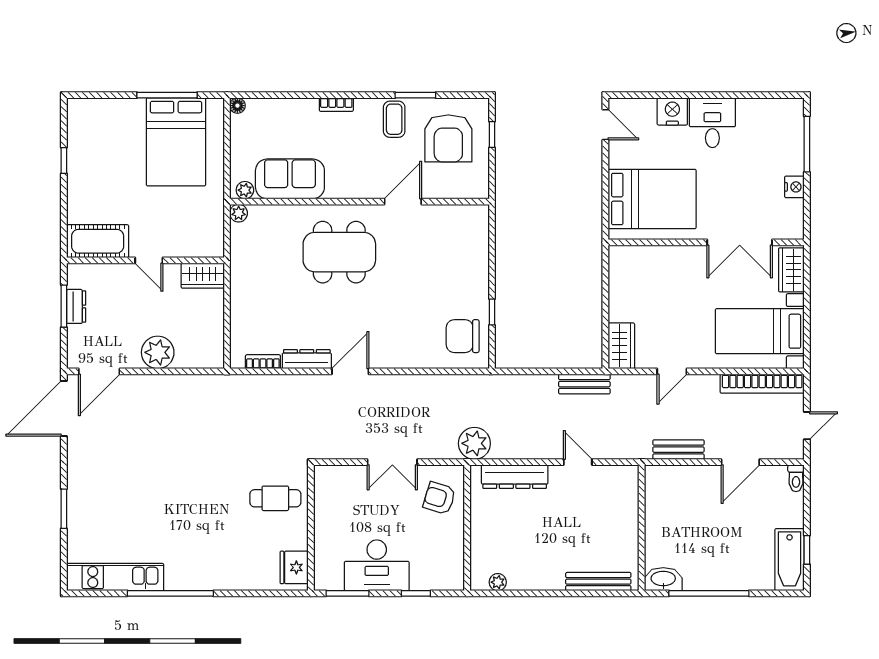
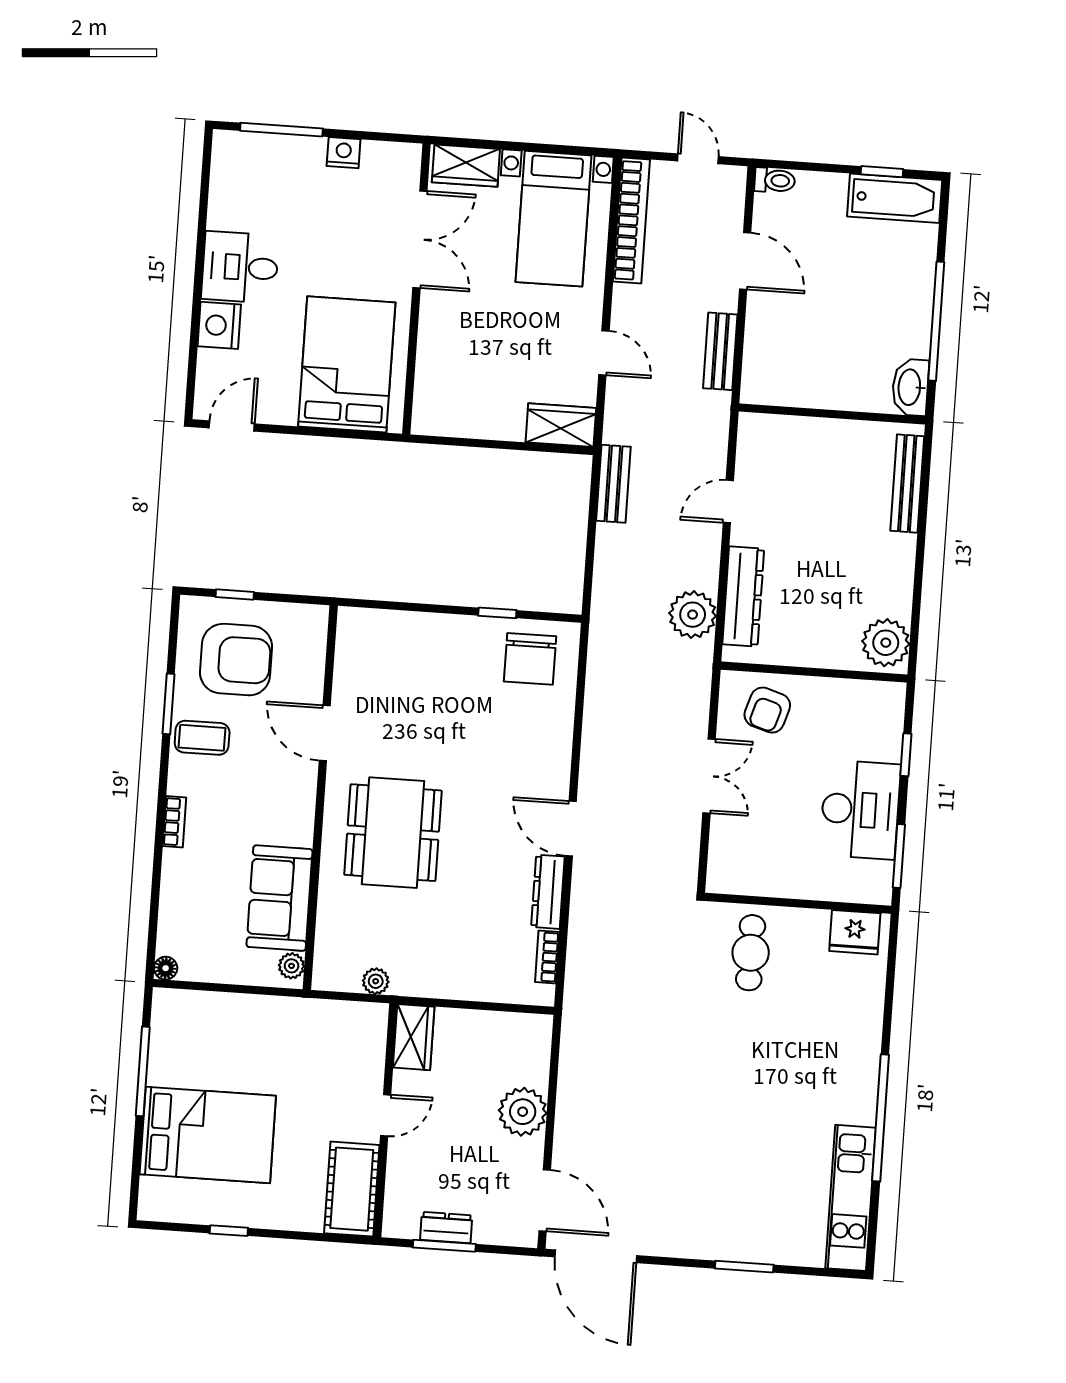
bed: (176, 142) -> (208, 1135), moved
plant: (239, 213) -> (376, 981), moved
plant: (474, 443) -> (693, 615), moved
plant: (498, 582) -> (886, 643), width x1.88, depth x1.88

